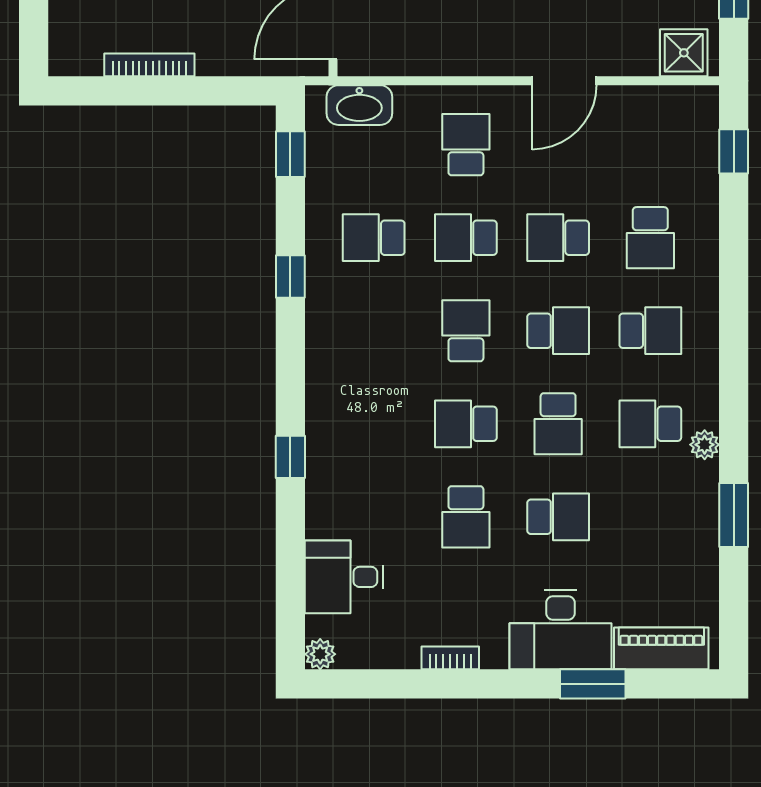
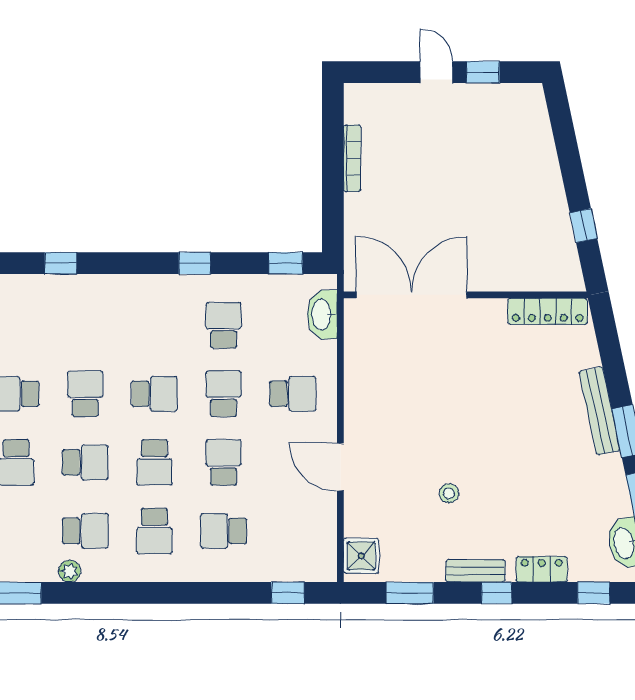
school desk: (558, 424) -> (85, 462), turned 180
school desk: (650, 424) -> (85, 531), turned 90

